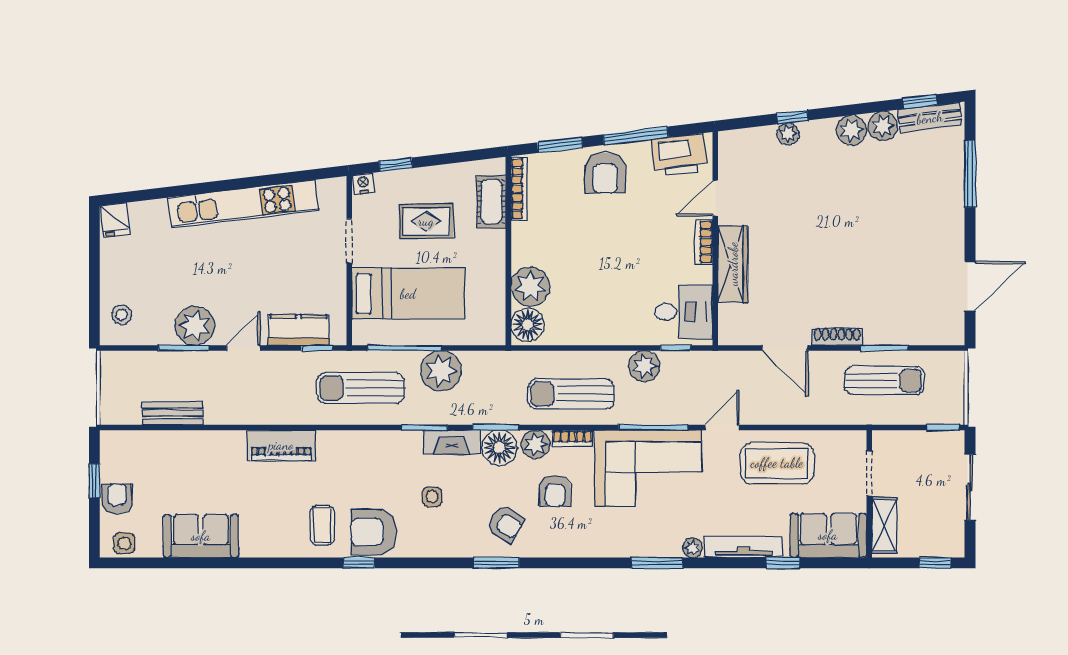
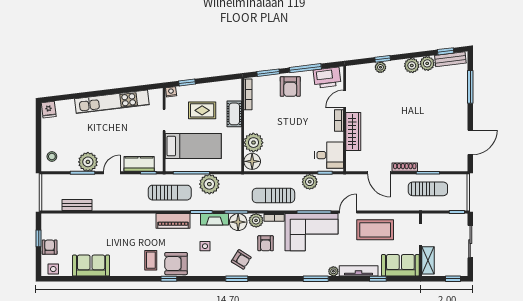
cot: (491, 202) -> (234, 114), moved
sun lounger: (361, 388) -> (170, 193), turned 180
piano: (281, 445) -> (173, 221), moved

